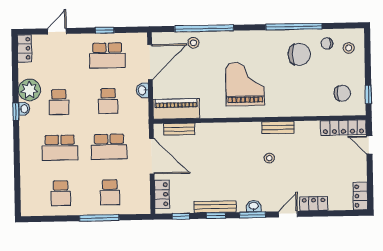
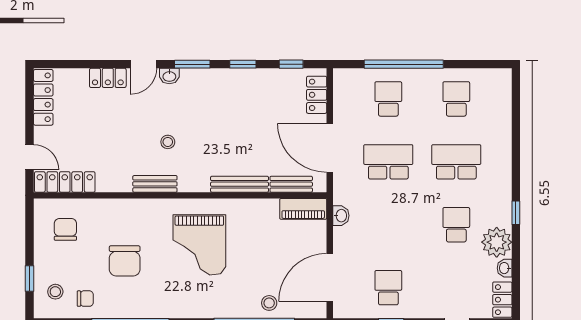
chair: (299, 54) -> (125, 261), moved, turned -90
school desk: (107, 55) -> (388, 288), width x0.54
washbasin: (142, 90) -> (341, 216), moved
chair: (342, 93) -> (65, 229), turned 94
window: (368, 94) -> (29, 278), moved
school desk: (108, 101) -> (388, 225), removed
washbasin: (24, 109) -> (505, 268), moved
piano: (176, 109) -> (303, 209), width x0.73, depth x0.75
locker: (360, 196) -> (43, 97), width x1.53
washbasin: (254, 206) -> (169, 76), moved
bench: (215, 207) -> (240, 184), moved
window: (99, 218) -> (404, 64), width x1.46

